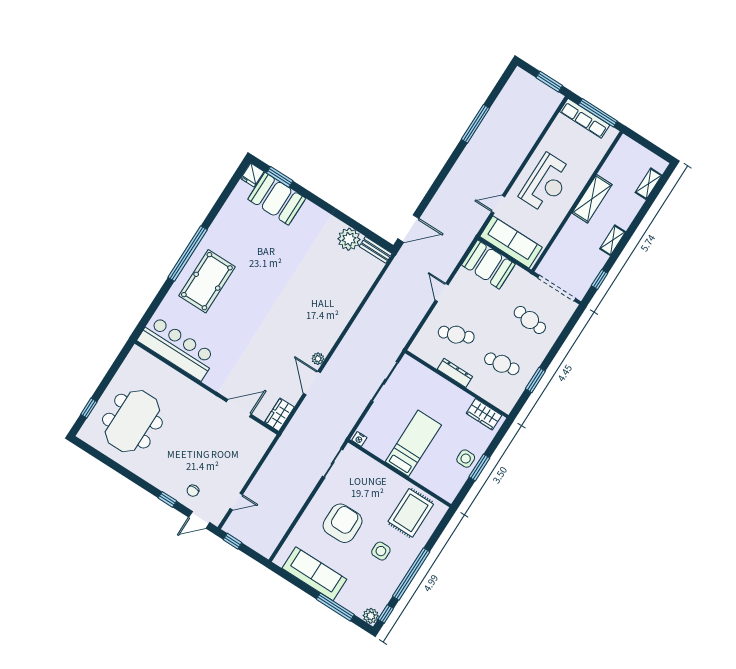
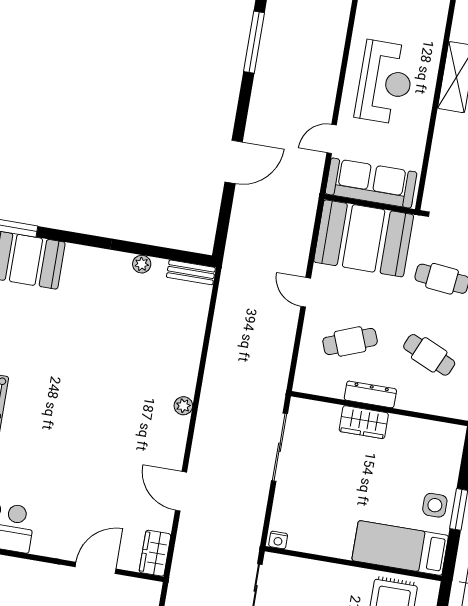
door: (408, 229) -> (234, 162), moved
plant: (349, 239) -> (142, 264), width x0.53, depth x0.53
booth: (488, 265) -> (364, 238), width x1.36, depth x1.42
plant: (318, 359) -> (183, 406), moved
cafe table: (502, 364) -> (429, 355), turned 33
wardrobe: (484, 414) -> (364, 422), moved
bed: (413, 443) -> (400, 548), moved, turned -90

